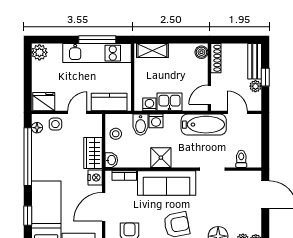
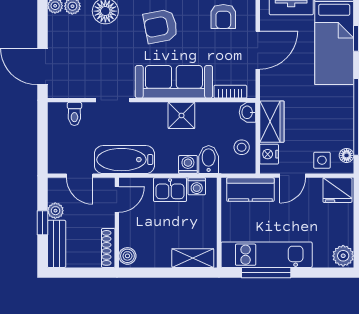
nightstand: (95, 177) -> (269, 154), moved

